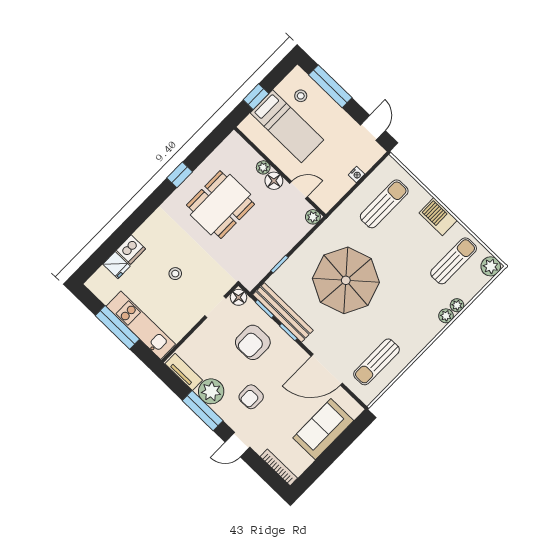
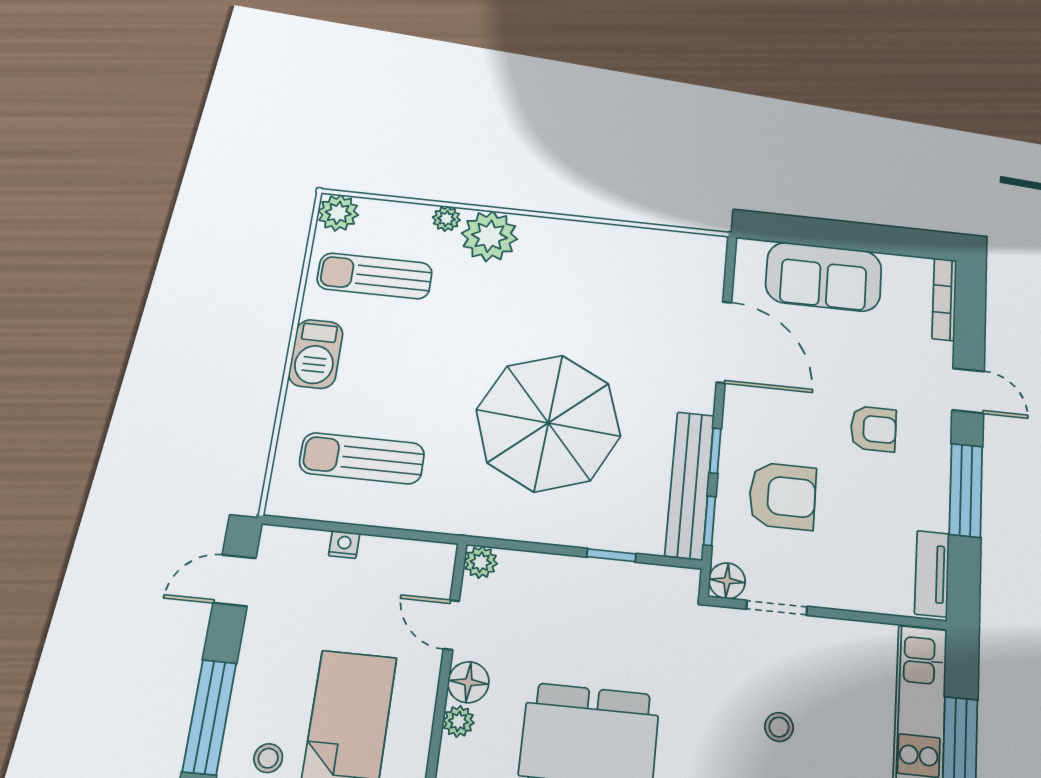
plant: (446, 316) -> (489, 236), width x1.88, depth x1.88
sun lounger: (376, 362) -> (644, 275), removed
plant: (211, 391) -> (923, 501), removed

